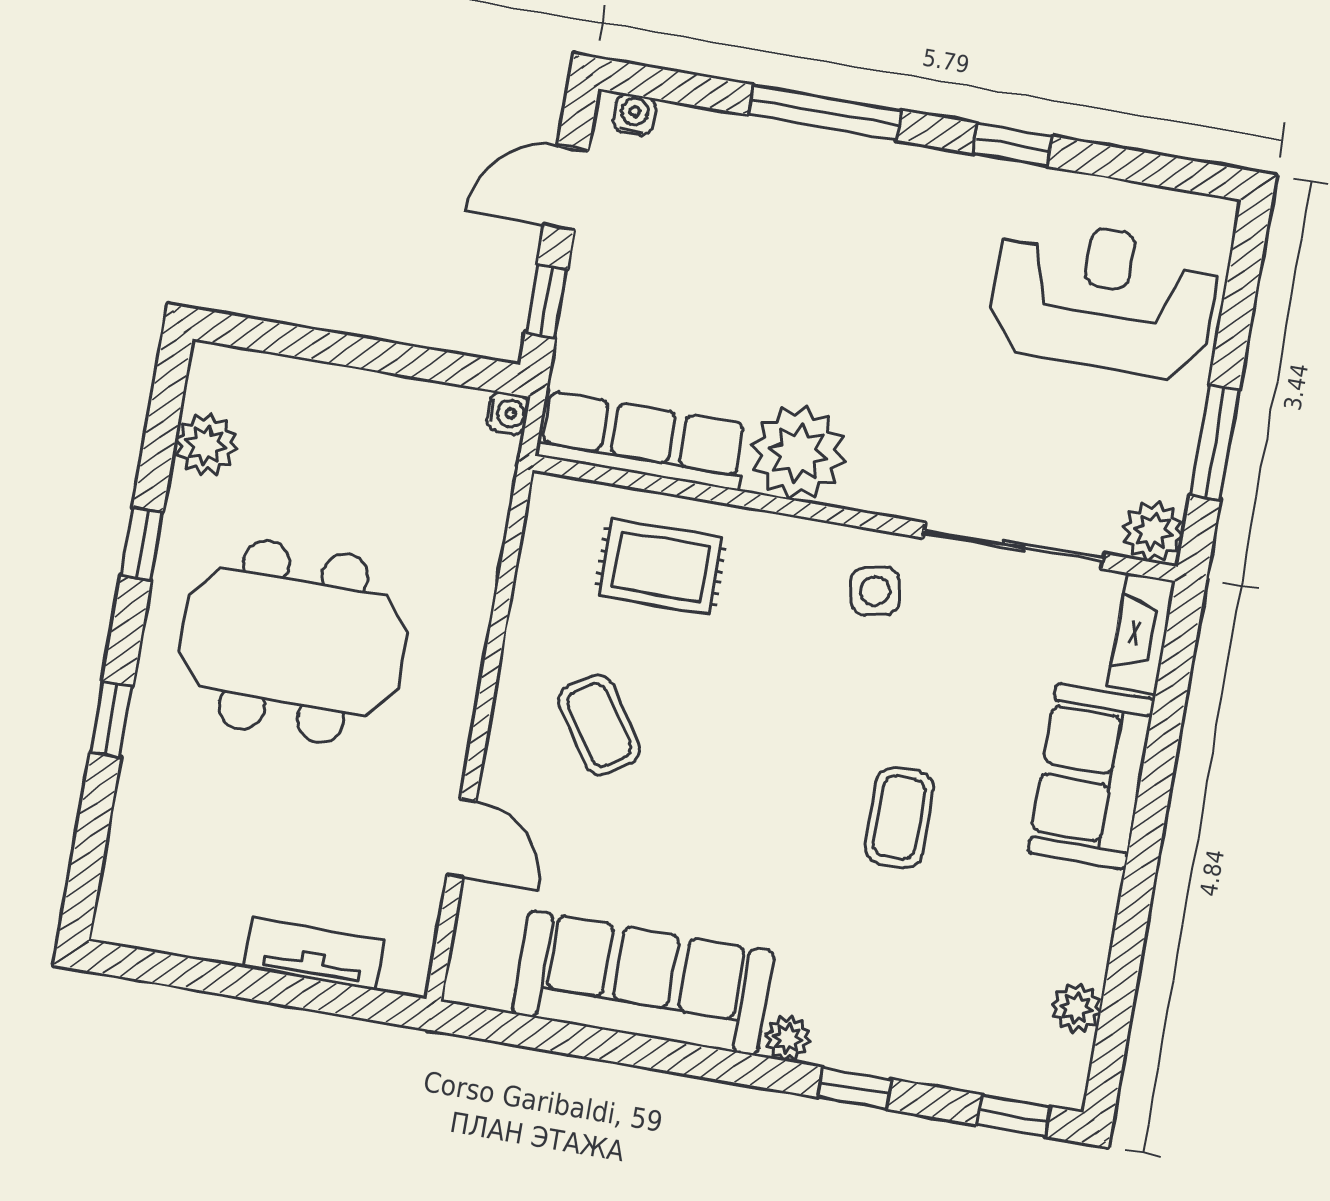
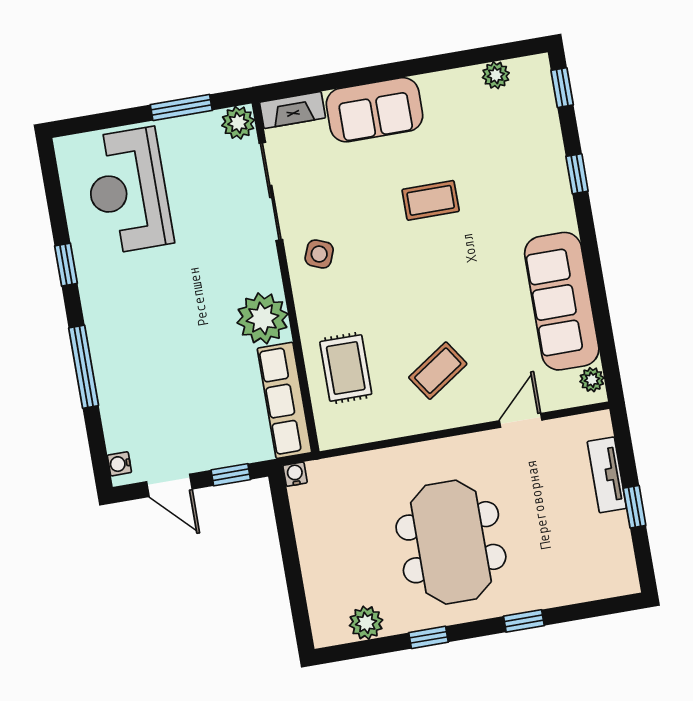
side table: (875, 591) -> (319, 254), turned 34
window: (241, 982) -> (635, 507), added
plant: (788, 1039) -> (592, 380), moved

